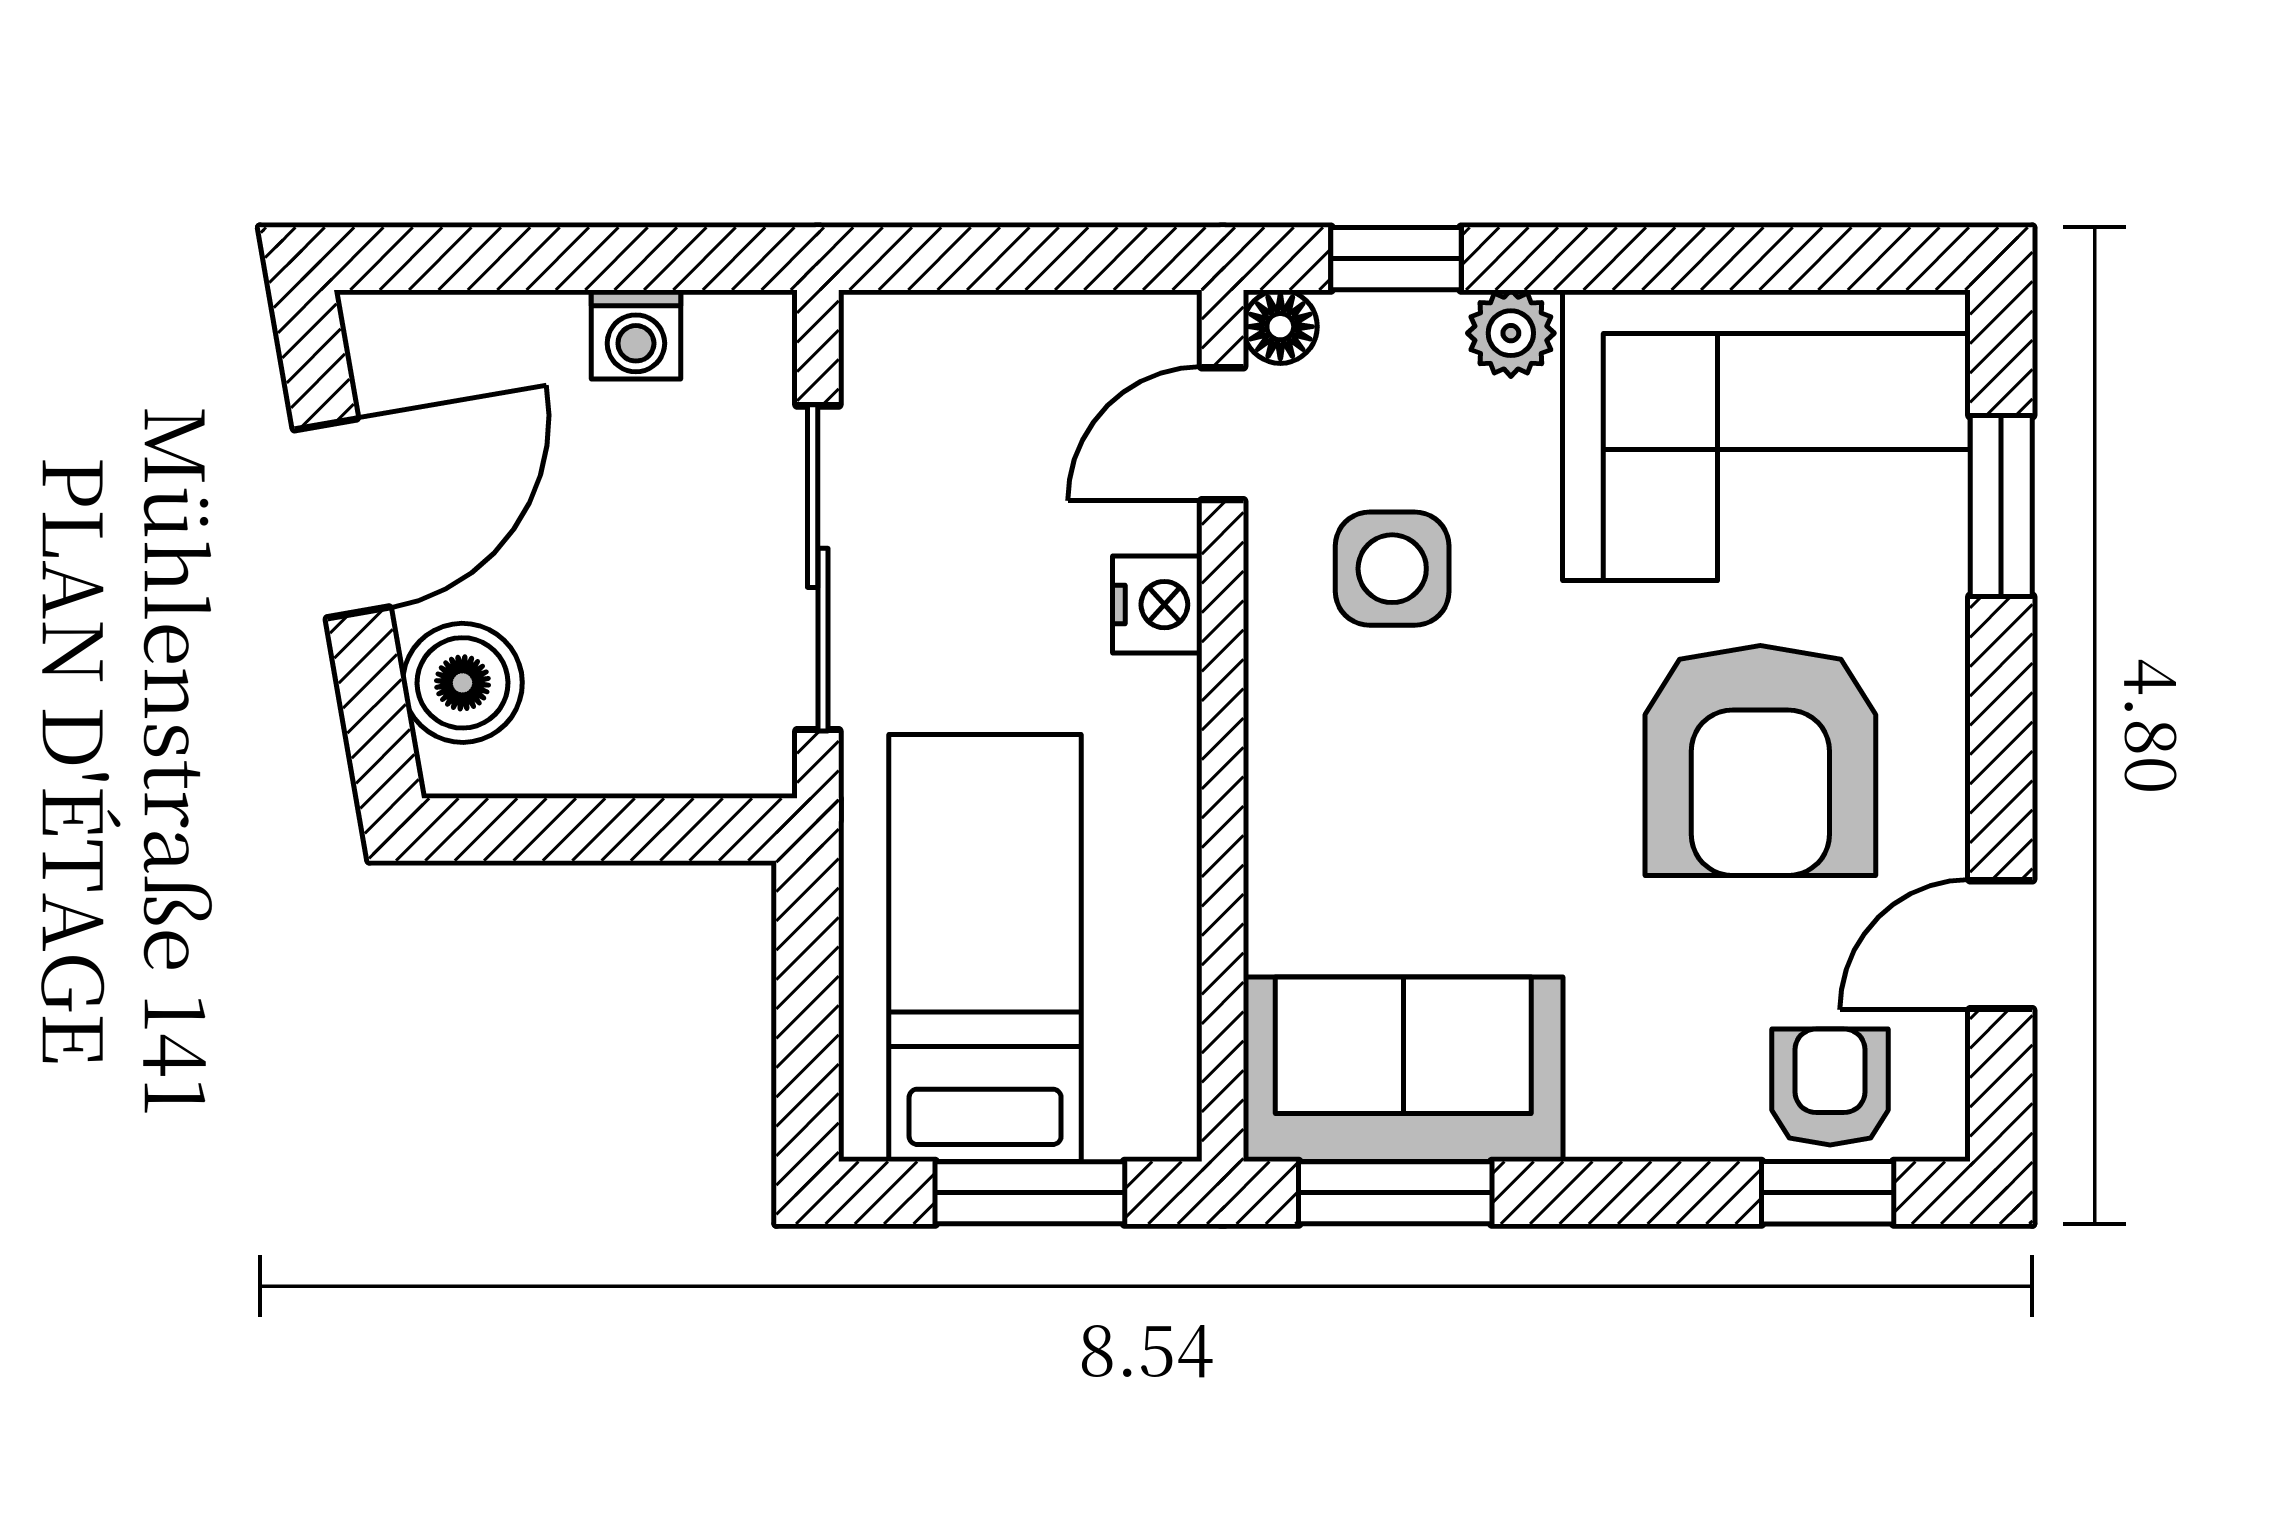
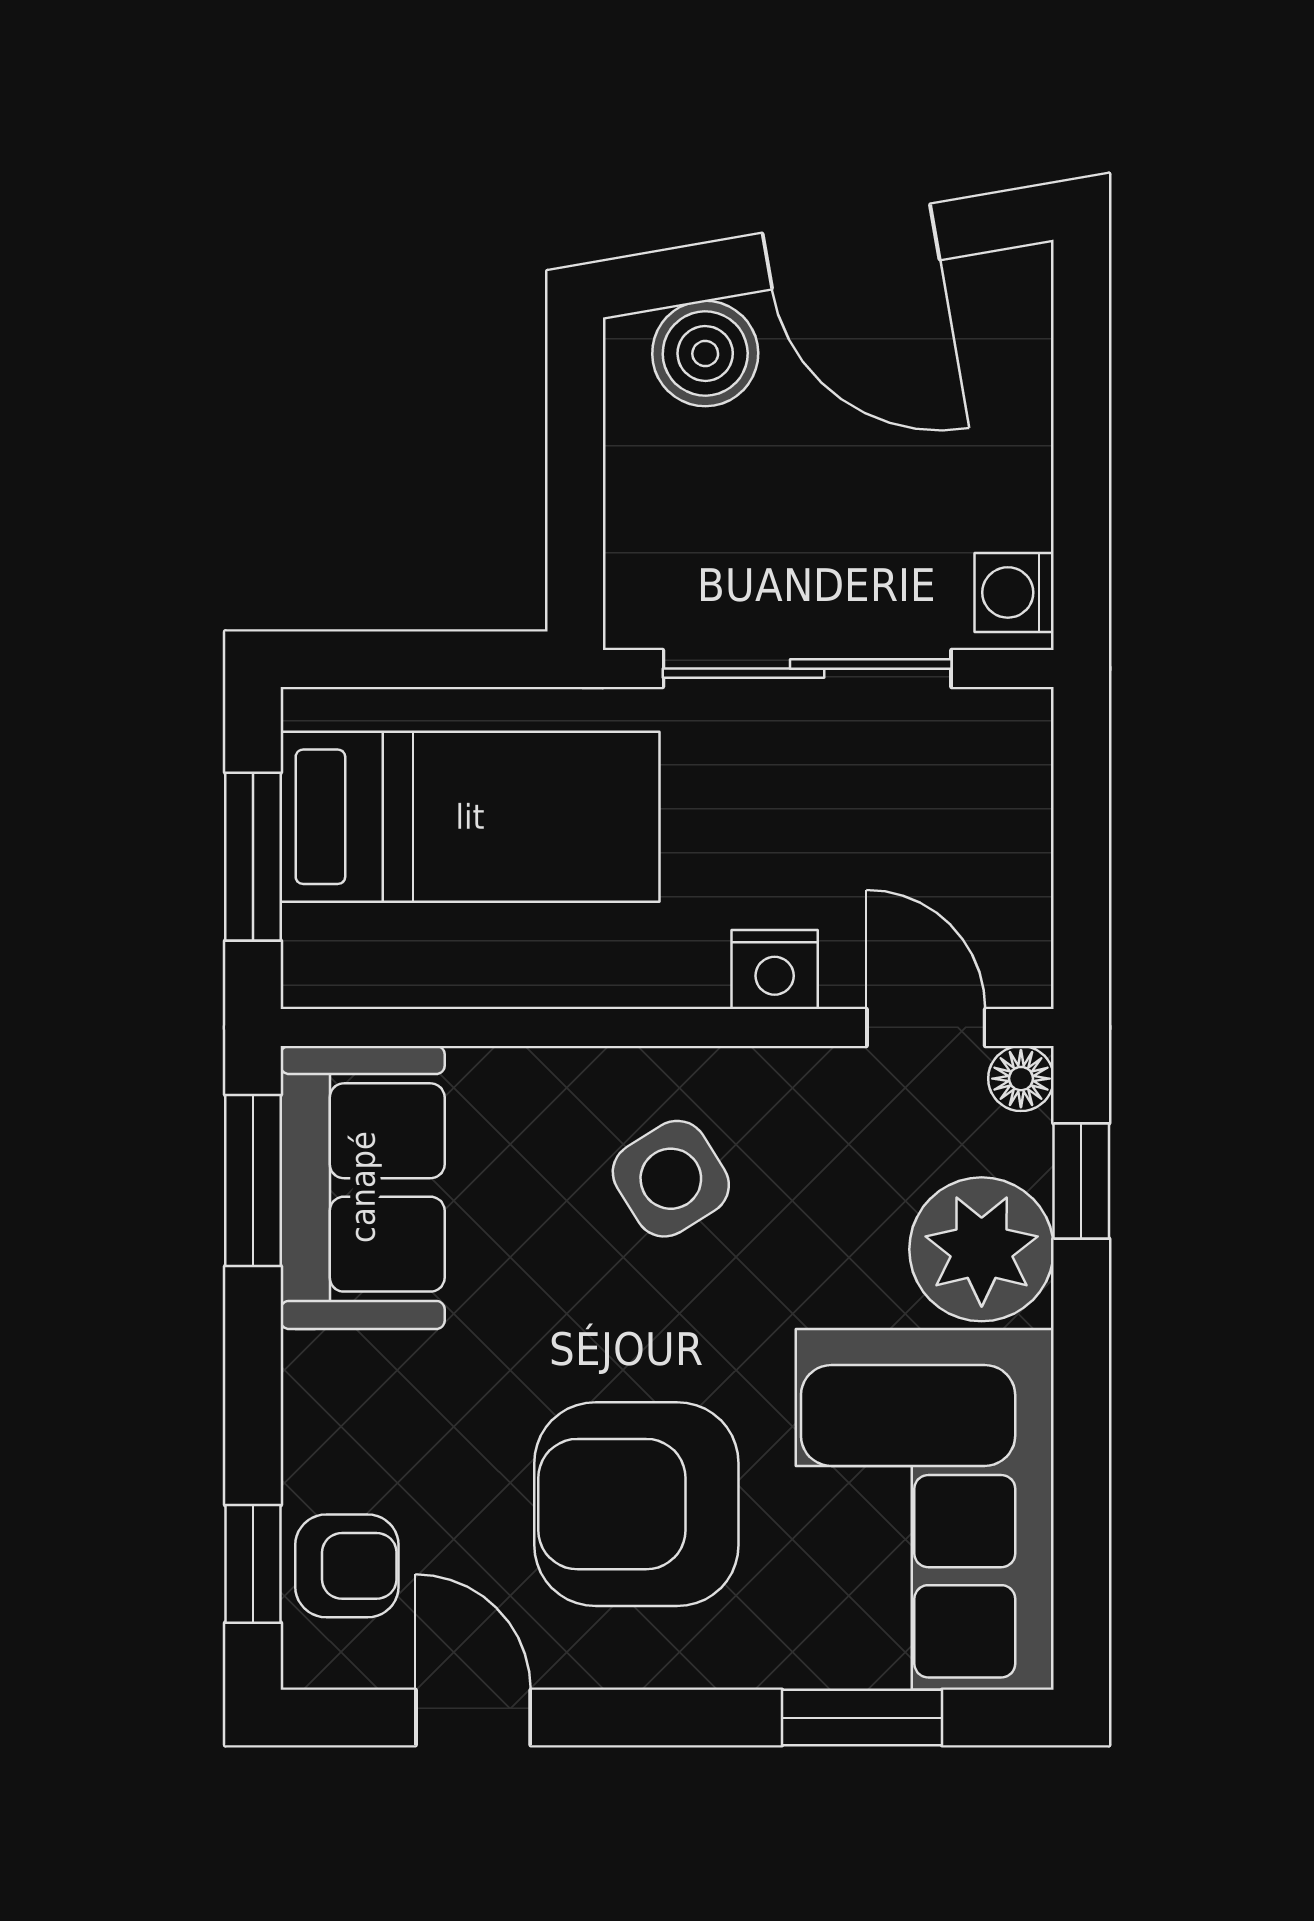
plant: (1511, 333) -> (982, 1249), width x1.88, depth x1.88
washing machine: (636, 334) -> (1014, 592), moved
side table: (1392, 569) -> (671, 1179), moved, turned -32

